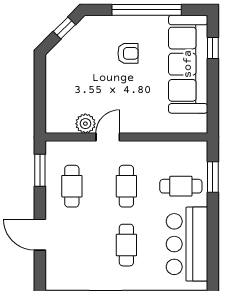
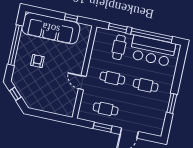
window: (213, 48) -> (71, 18), moved
plant: (85, 124) -> (72, 94), removed
window: (40, 170) -> (103, 127), moved
window: (213, 237) -> (152, 35), added

